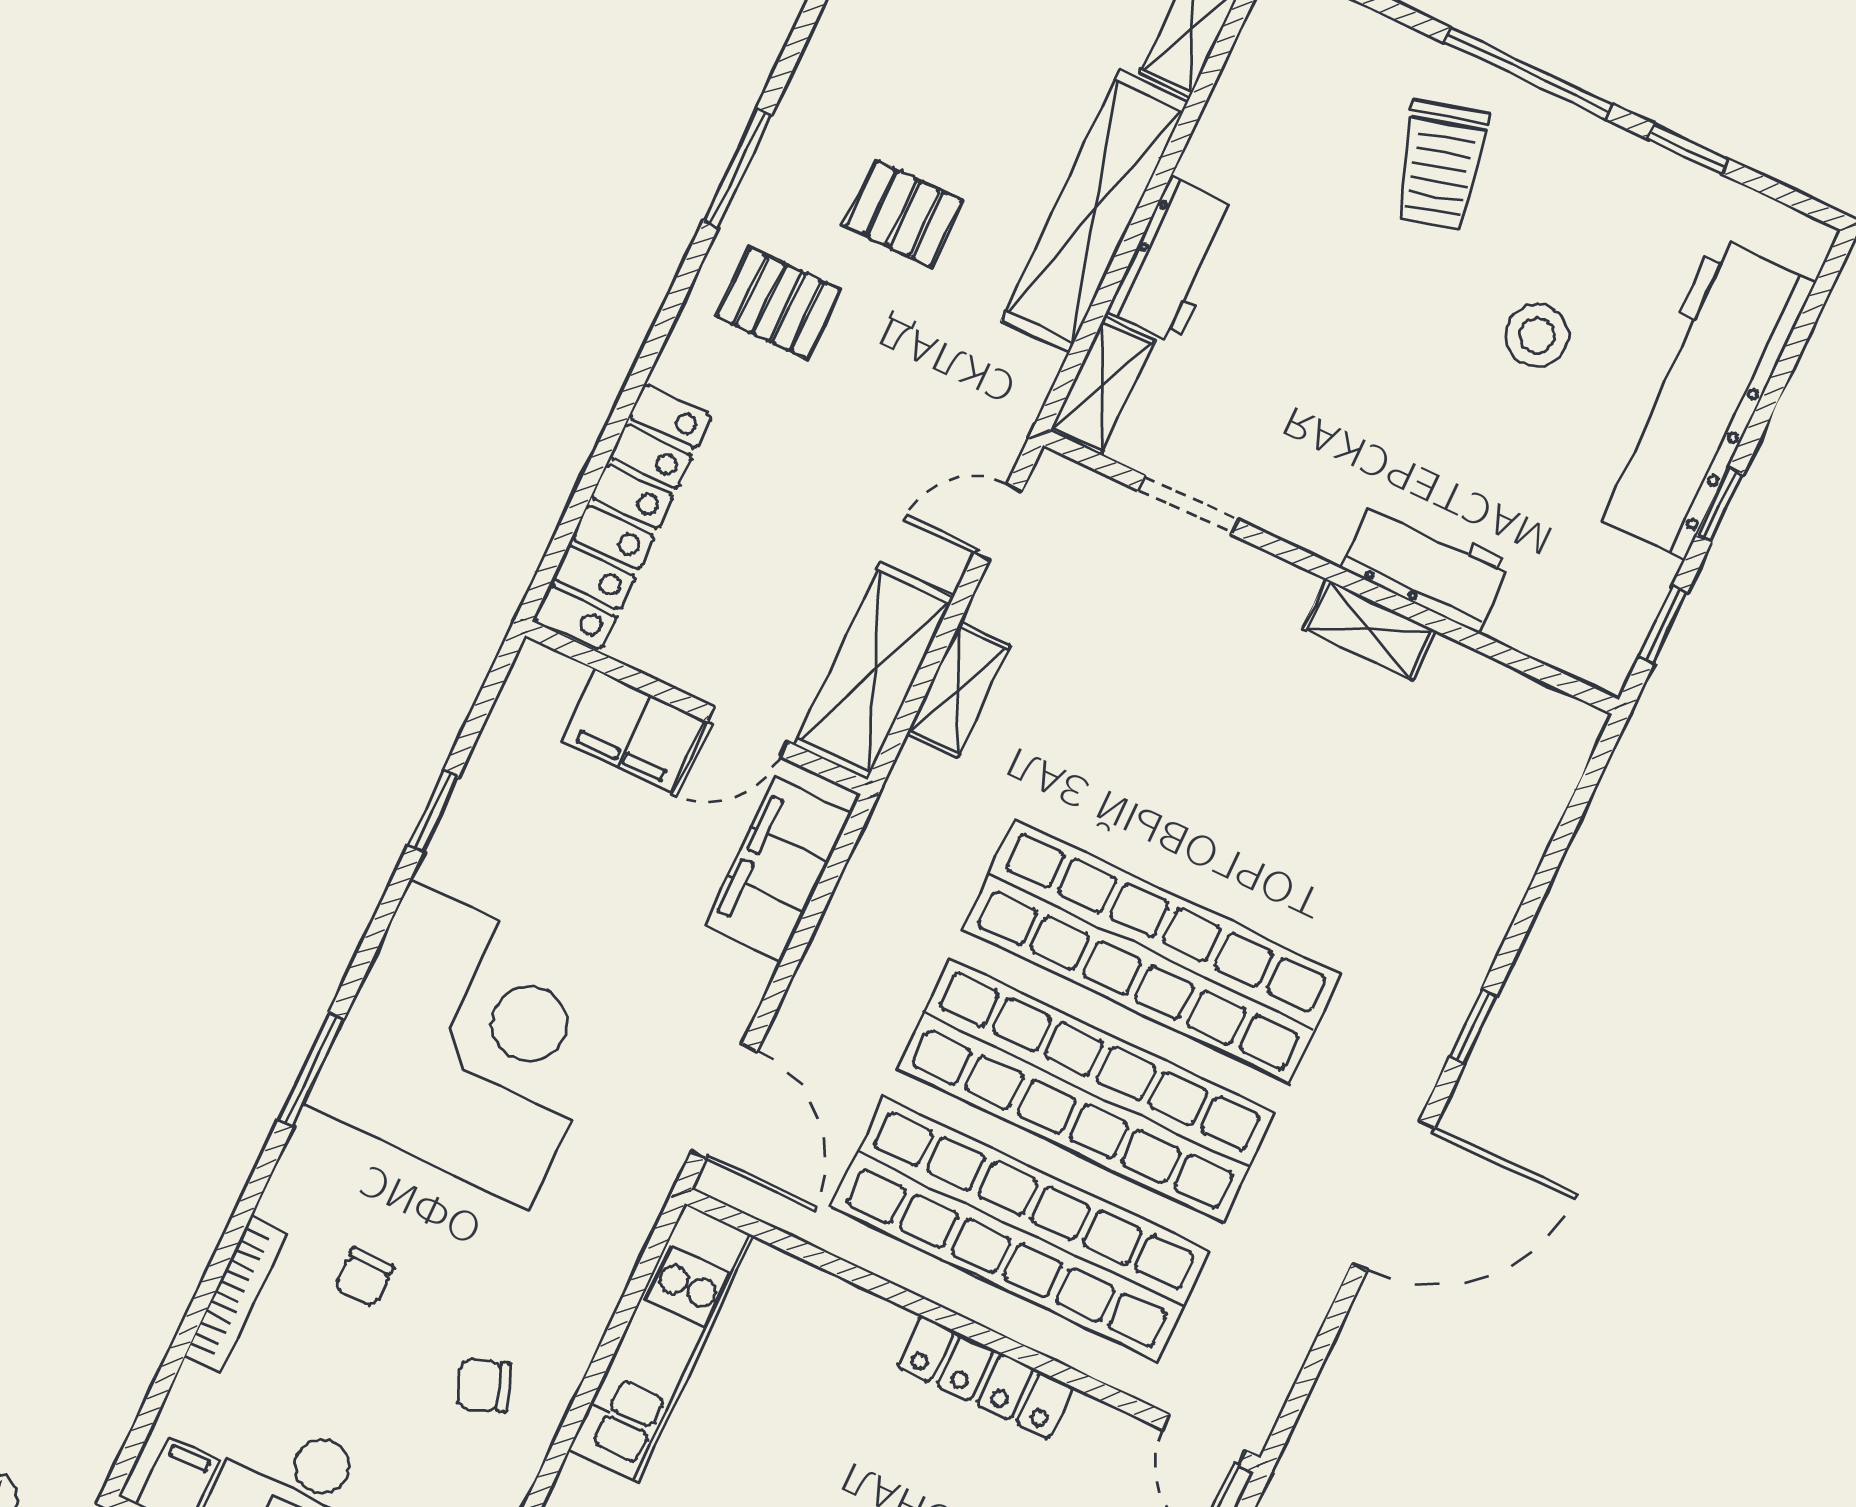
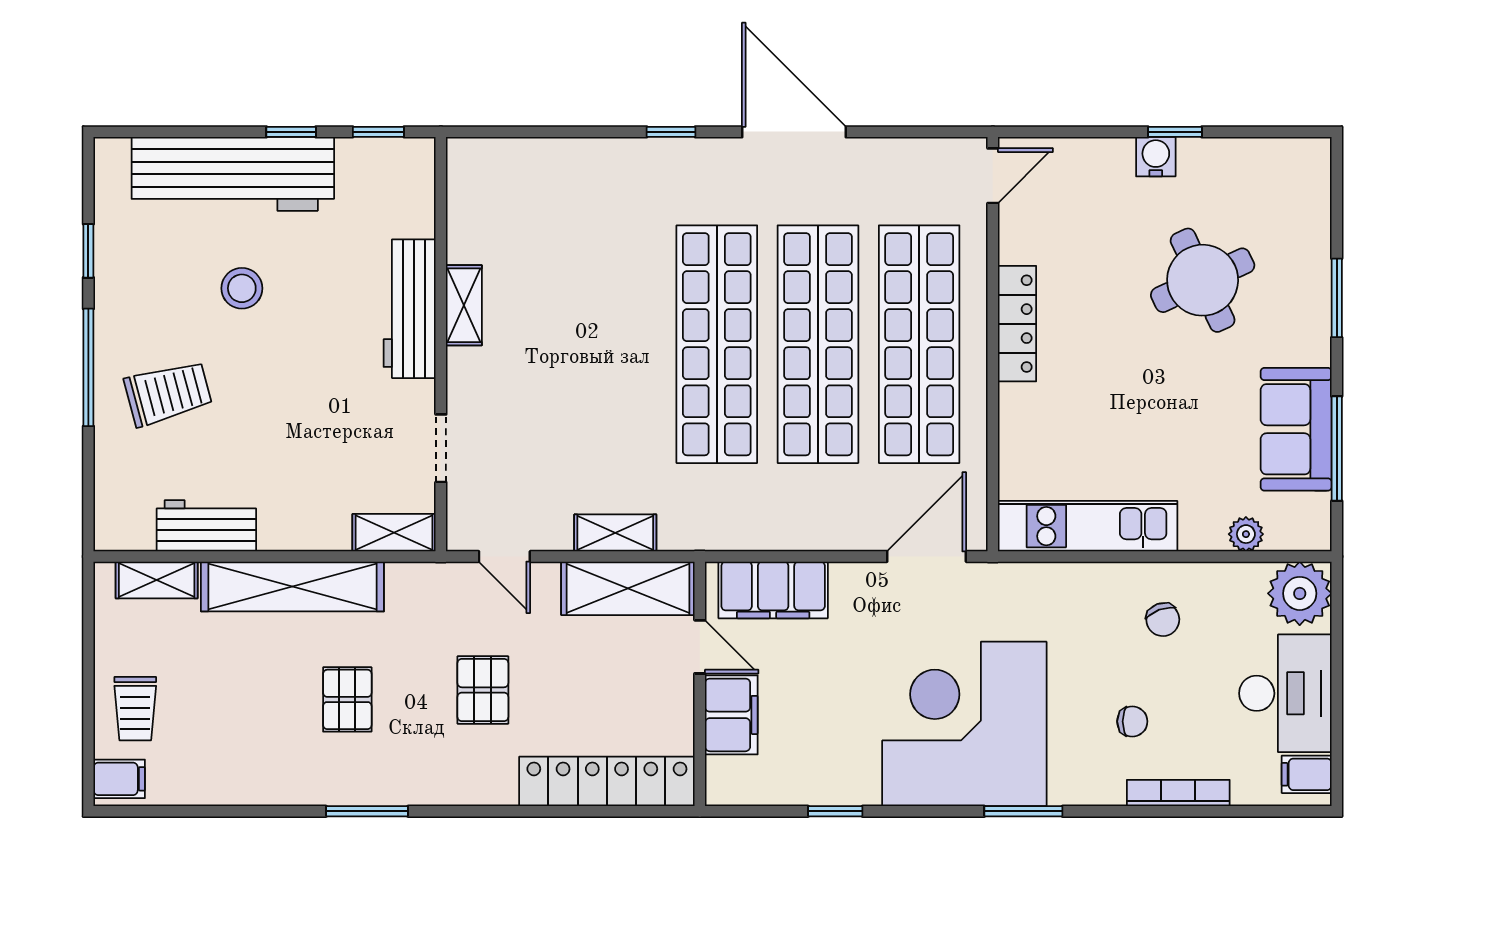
workbench: (1173, 260) -> (206, 526), moved
pallet: (778, 303) -> (483, 690), moved
workbench: (1426, 565) -> (410, 309), width x1.38

